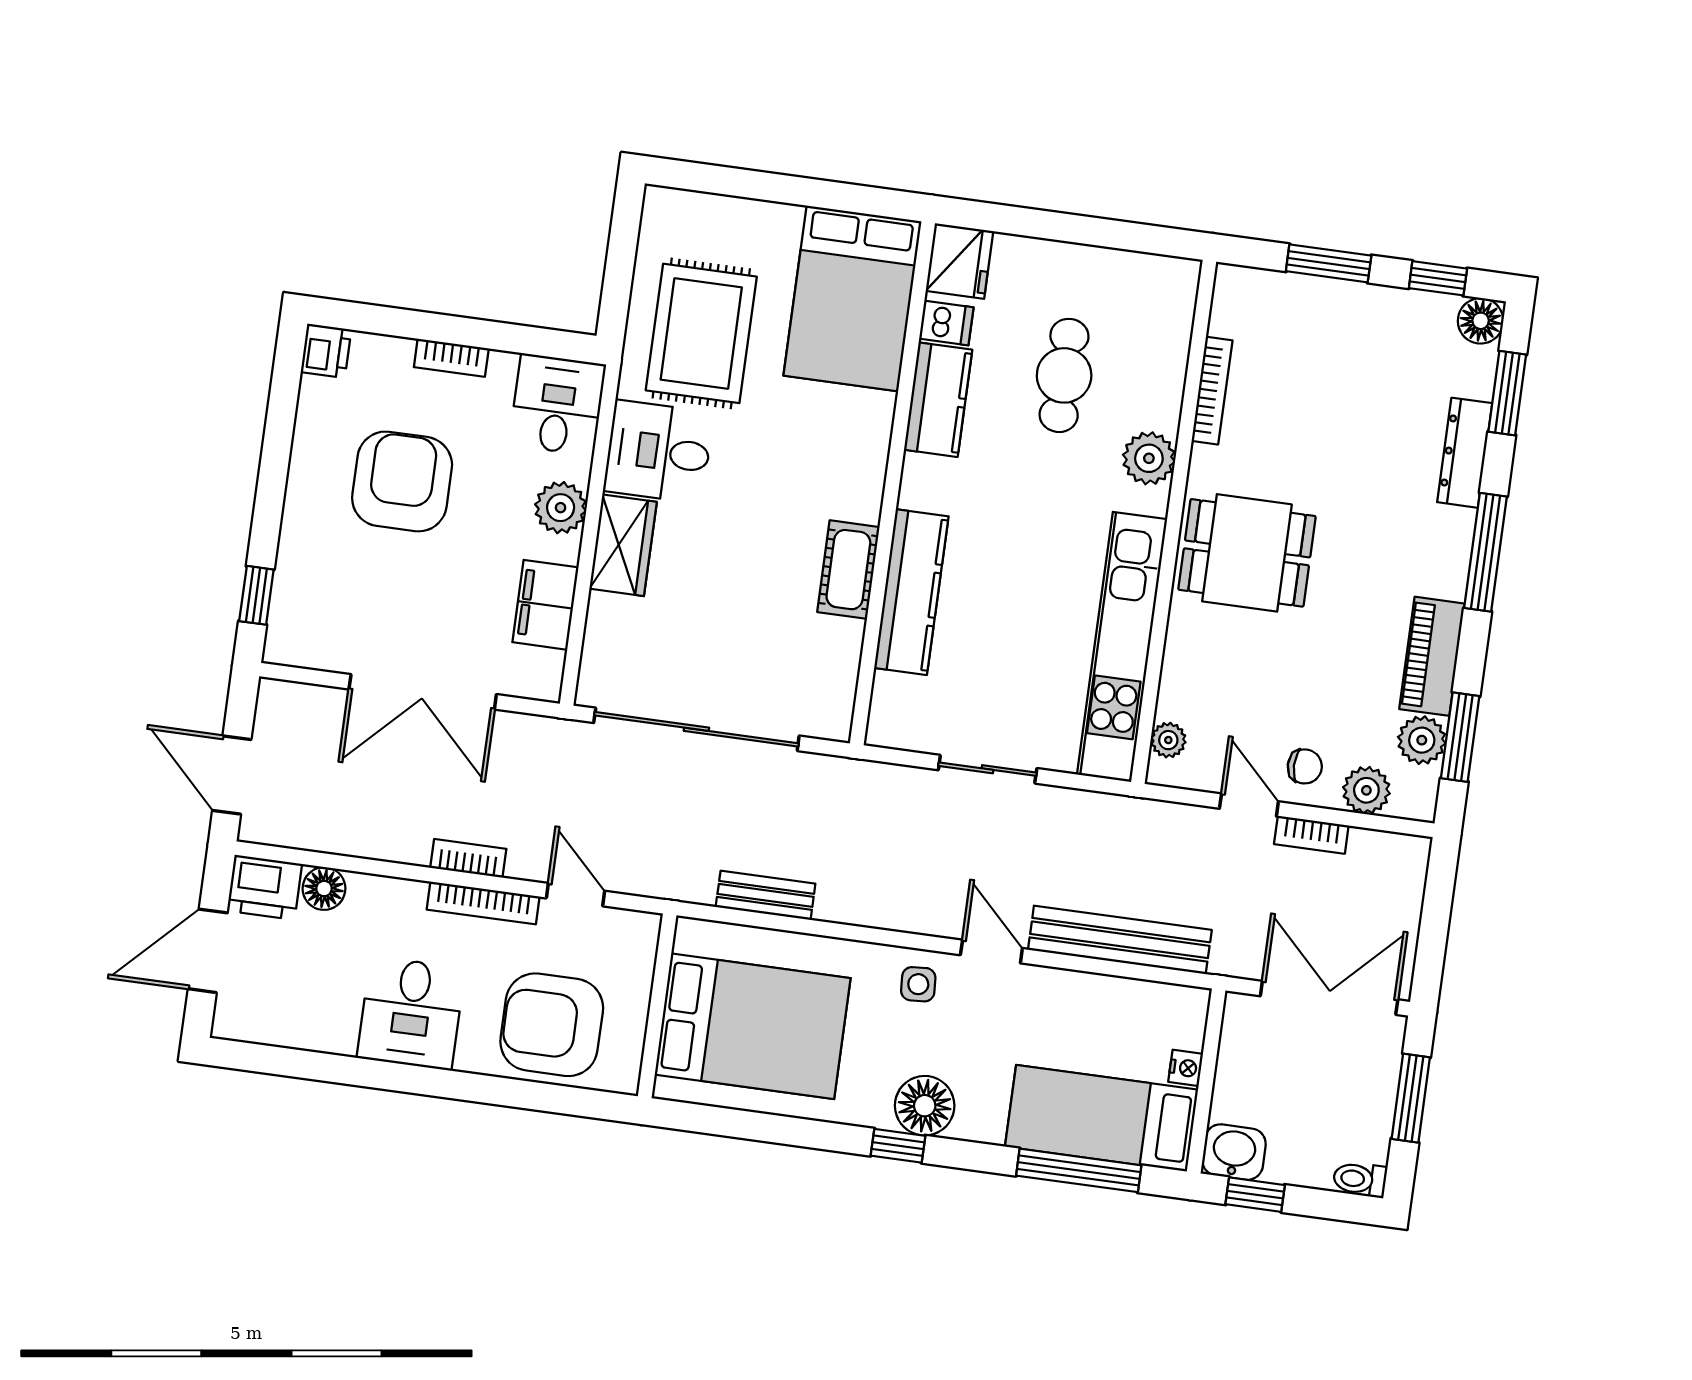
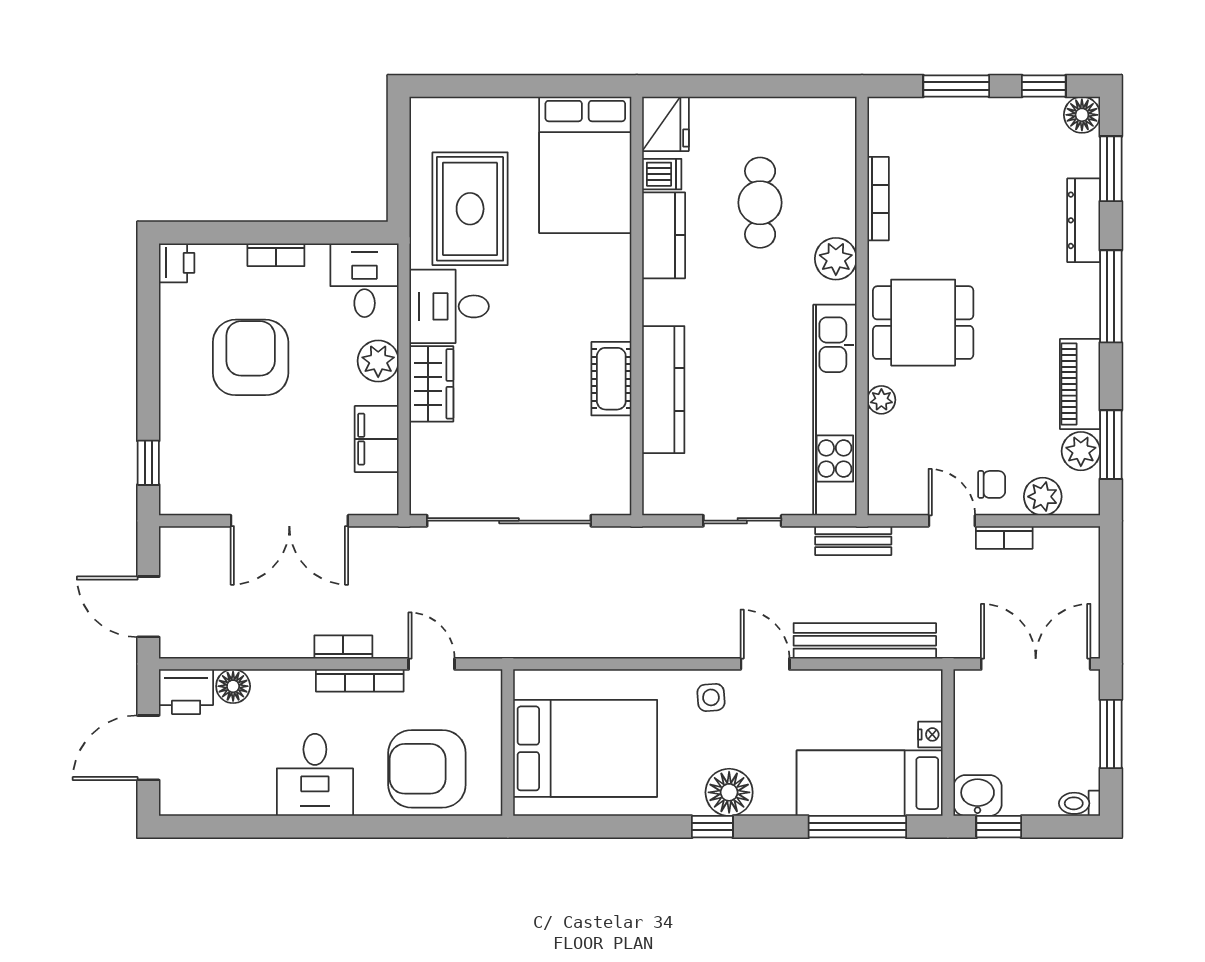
plant: (1168, 740) -> (881, 400), moved
bench: (766, 895) -> (853, 541), moved

